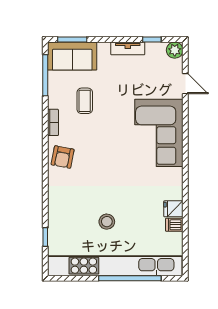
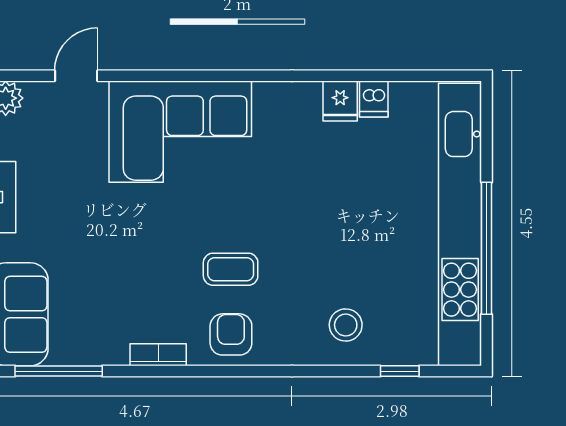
coffee table: (85, 101) -> (231, 269), moved
armchair: (63, 157) -> (231, 334), turned -101
stool: (107, 222) -> (346, 325), moved
window: (130, 278) -> (487, 248), moved

